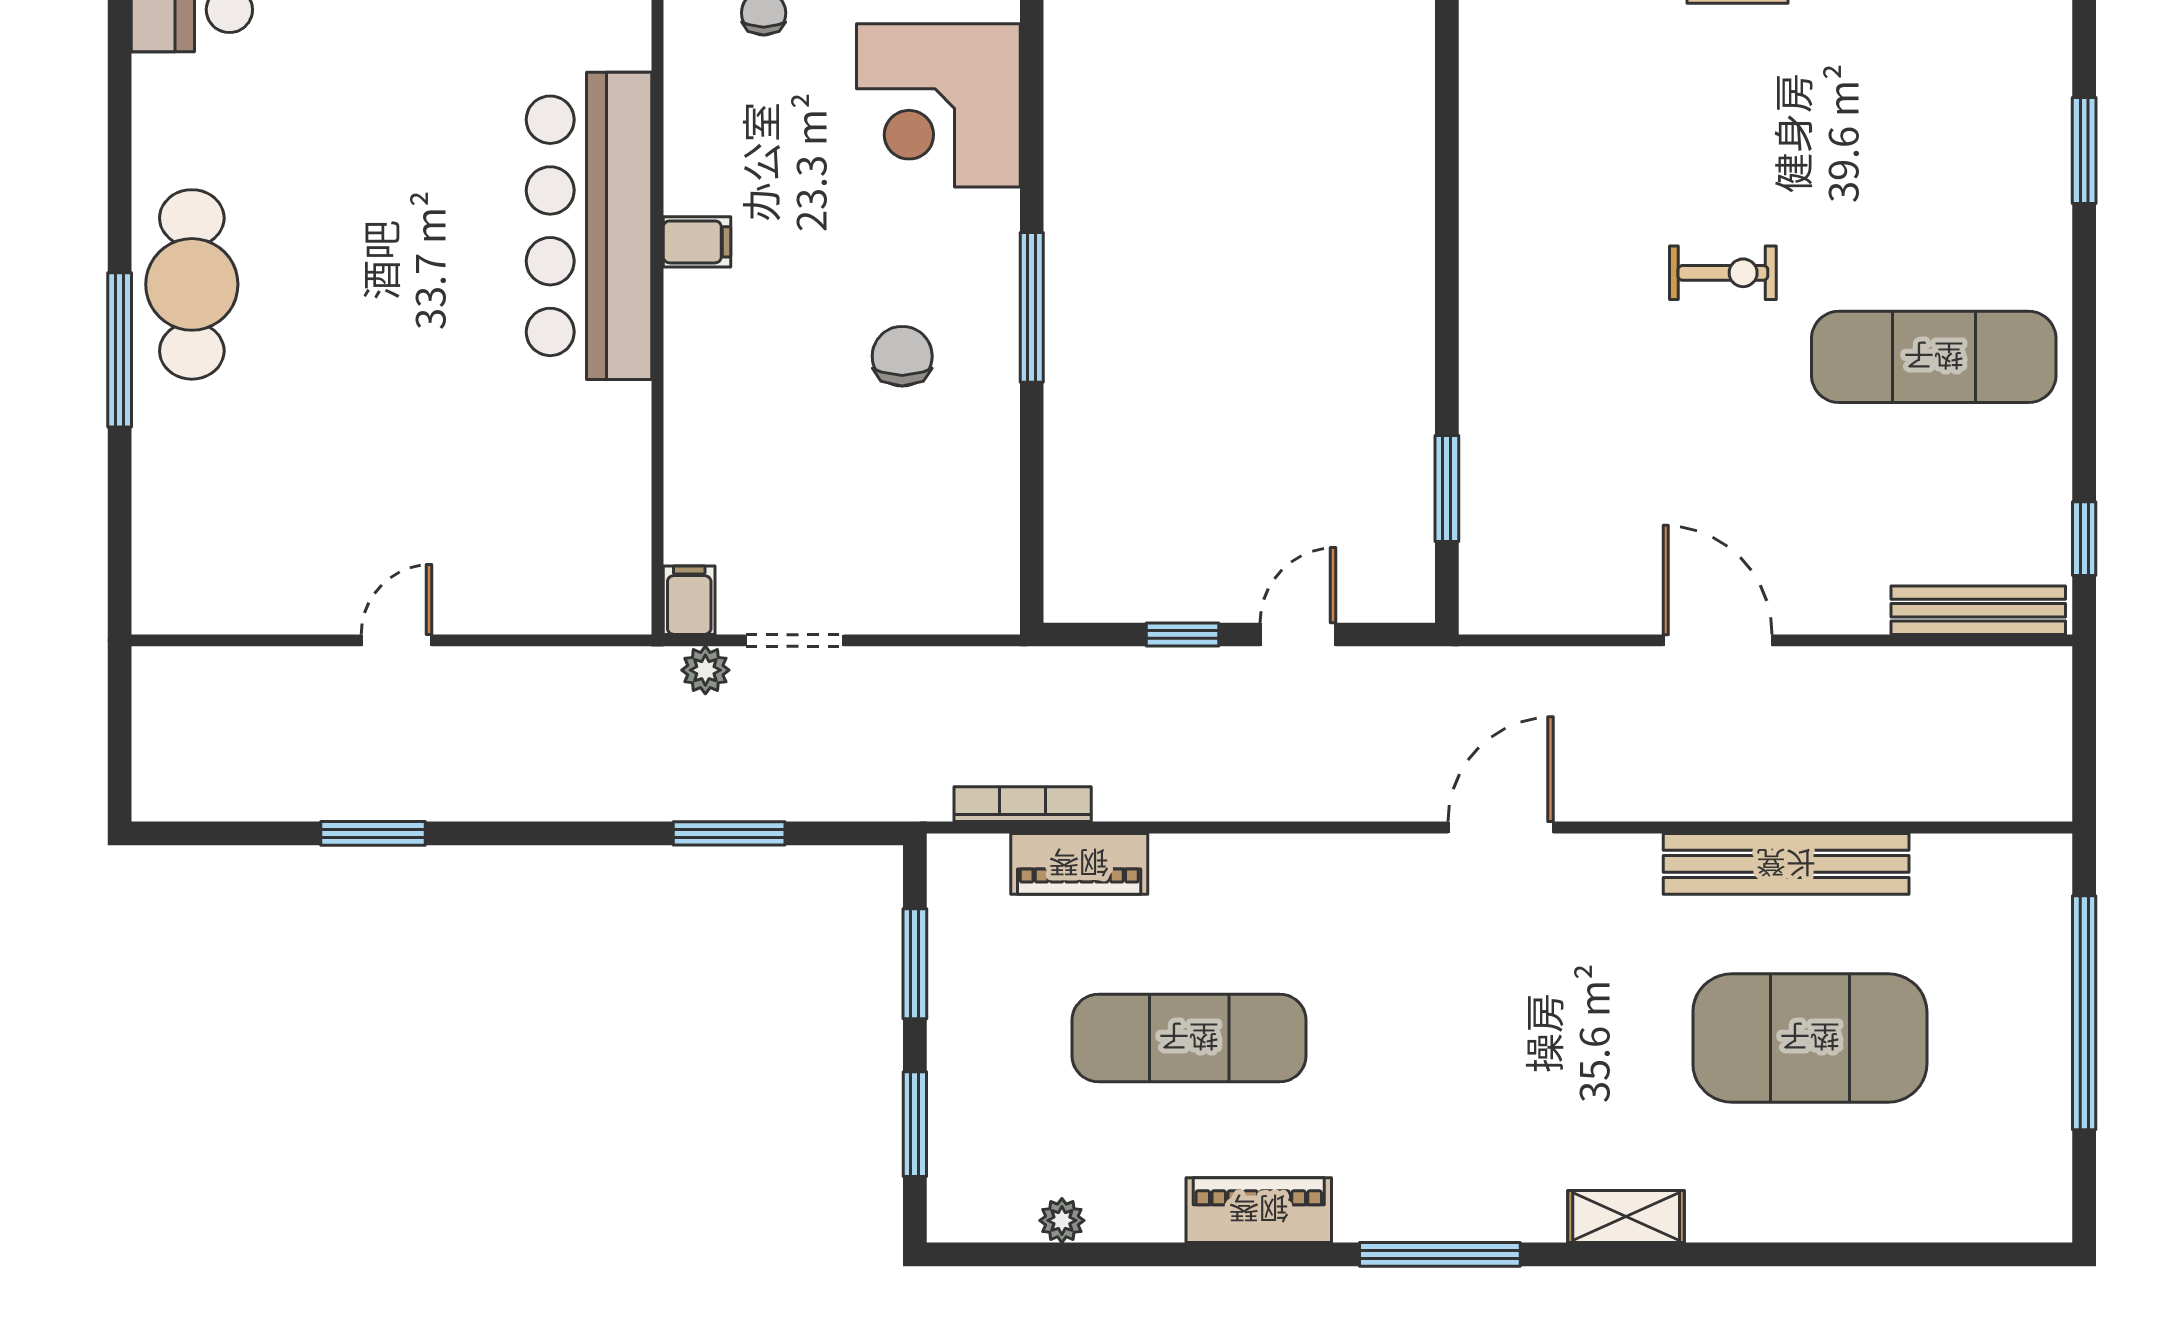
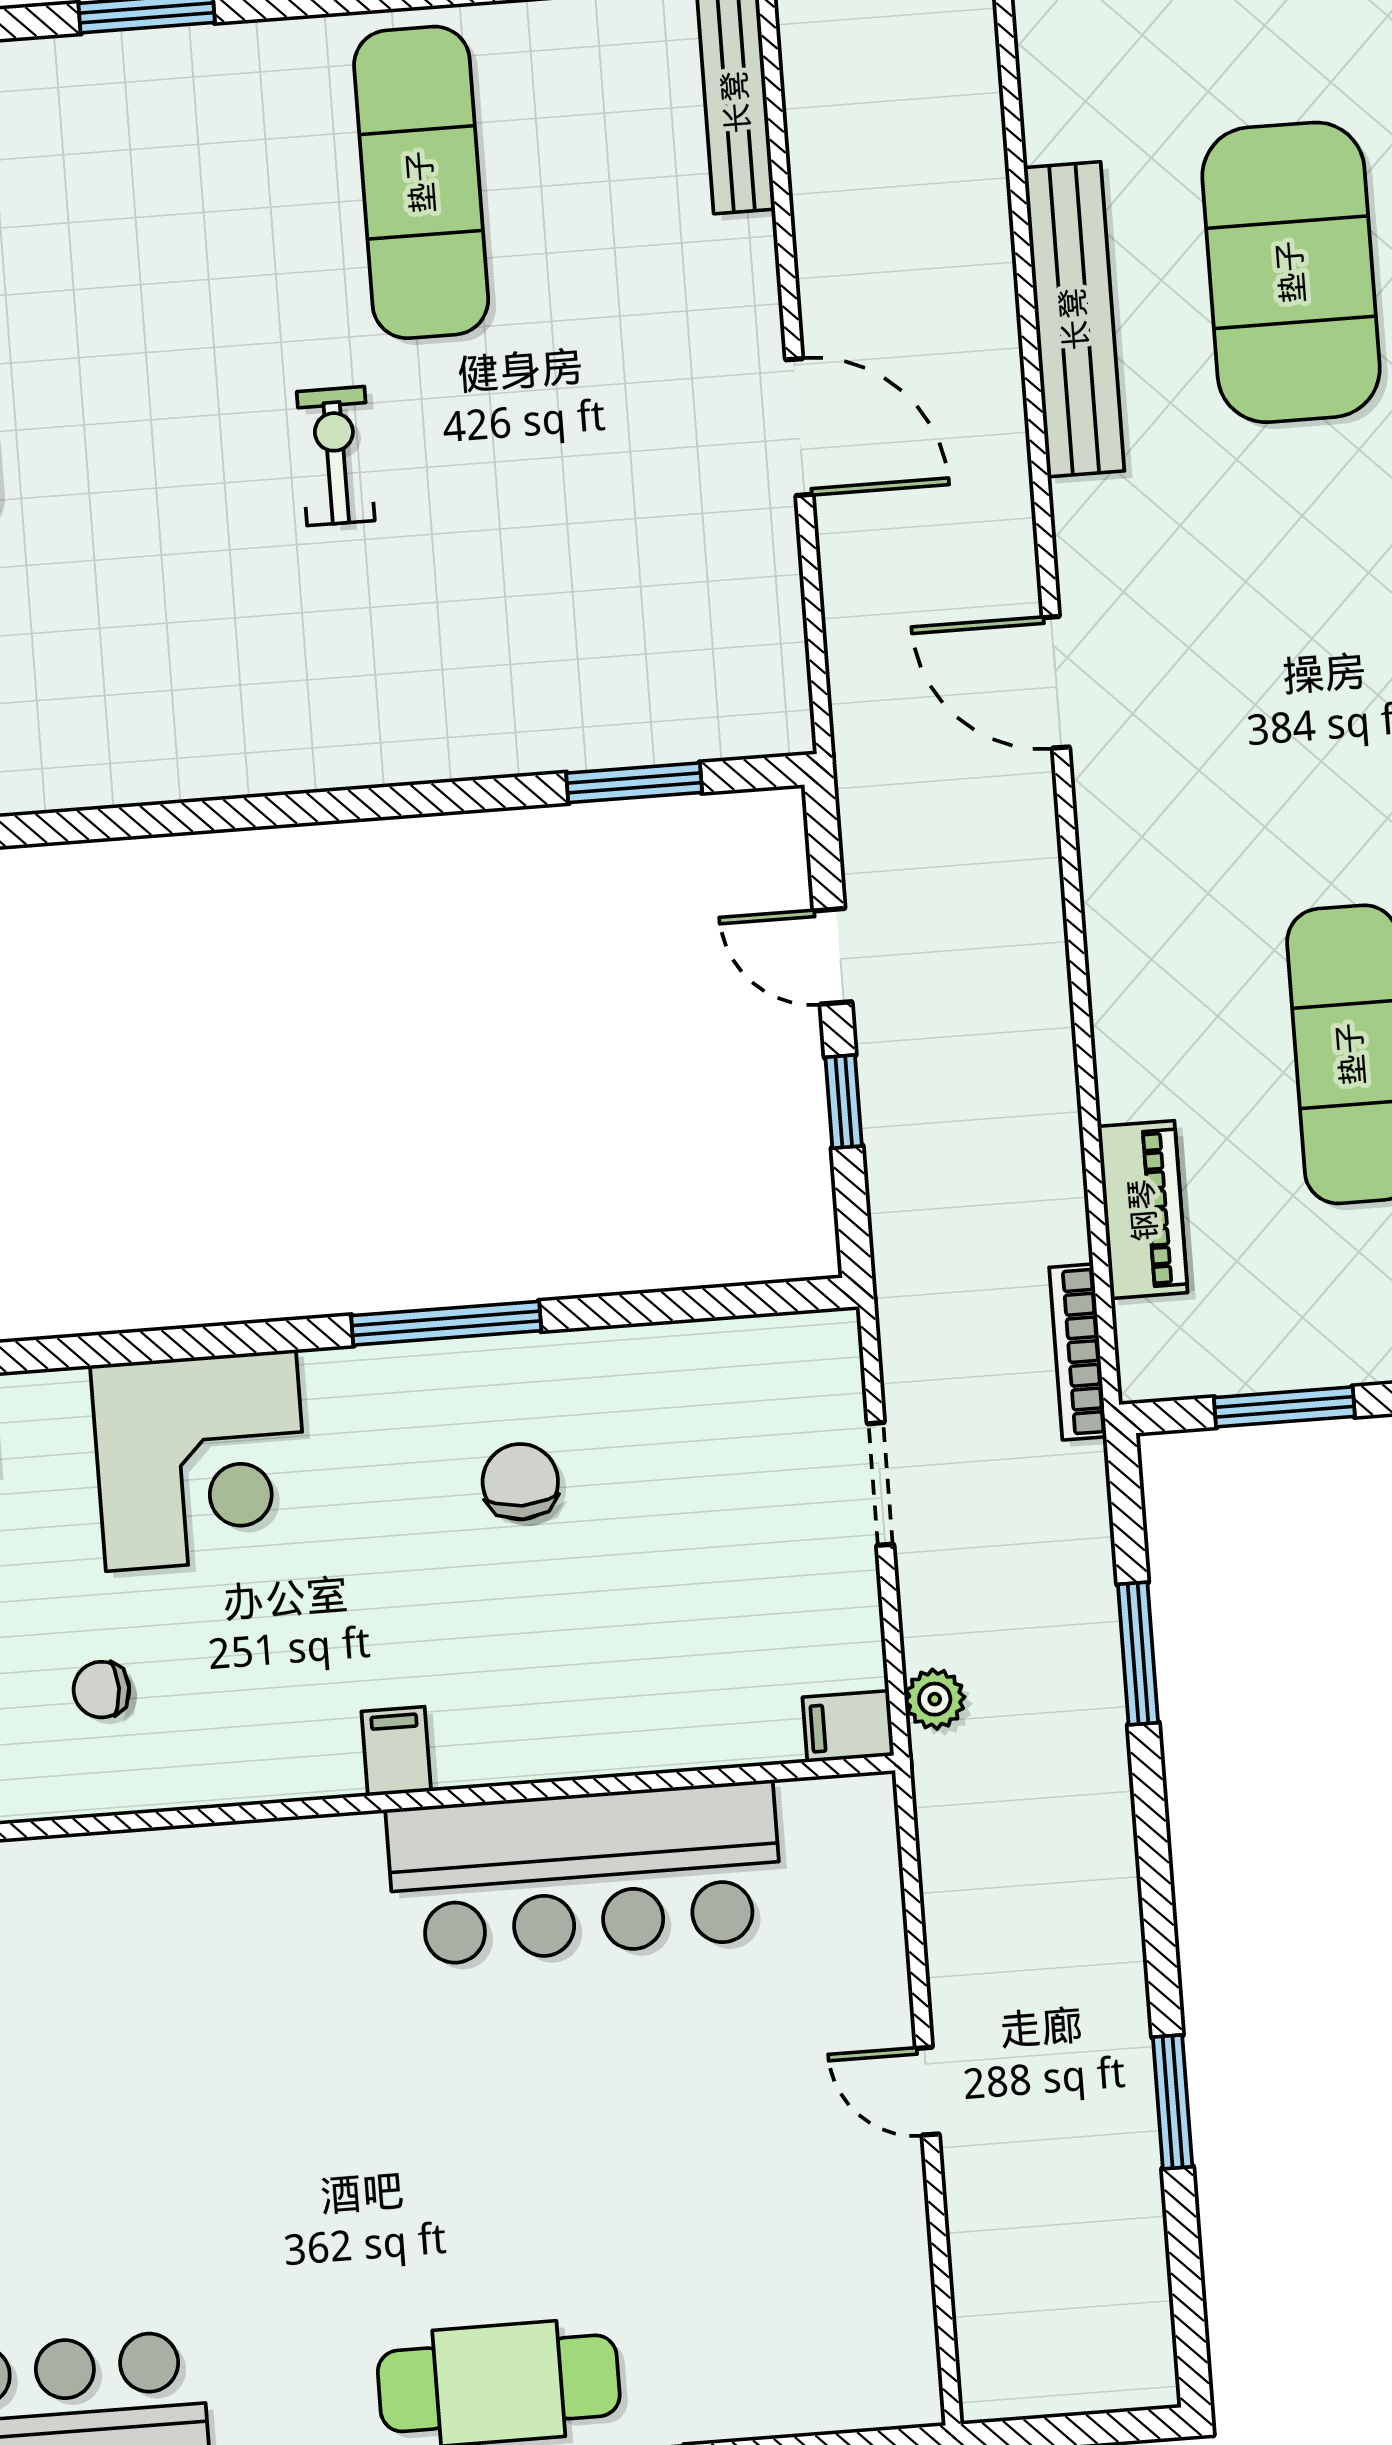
bar counter: (589, 226) -> (585, 1873), moved
chair: (902, 356) -> (520, 1482), turned 90
doorway: (795, 640) -> (881, 1484), moved
door: (1718, 640) -> (799, 427), swing flipped
bookcase: (1023, 804) -> (1078, 1352), moved

